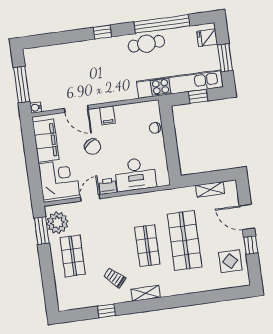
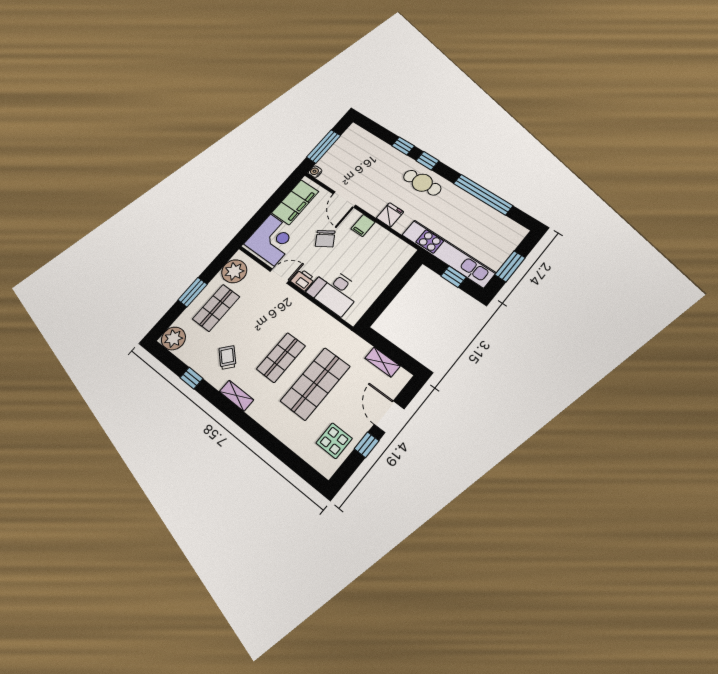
window: (75, 36) -> (403, 146), added
fridge: (207, 38) -> (390, 215), moved, turned 90
cafe table: (146, 44) -> (422, 183), moved
chair: (155, 128) -> (390, 269), removed
window: (42, 231) -> (193, 292), moved
plant: (67, 300) -> (173, 338), added

